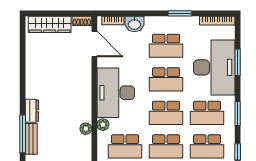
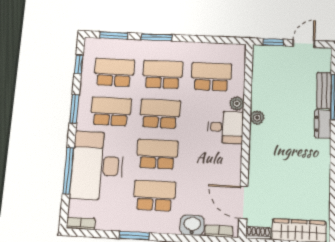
bookcase: (217, 21) -> (81, 223), width x0.64
window: (238, 62) -> (68, 170), width x1.44
desk: (116, 93) -> (225, 127), width x0.53, depth x0.77
plant: (86, 129) -> (257, 118), moved

